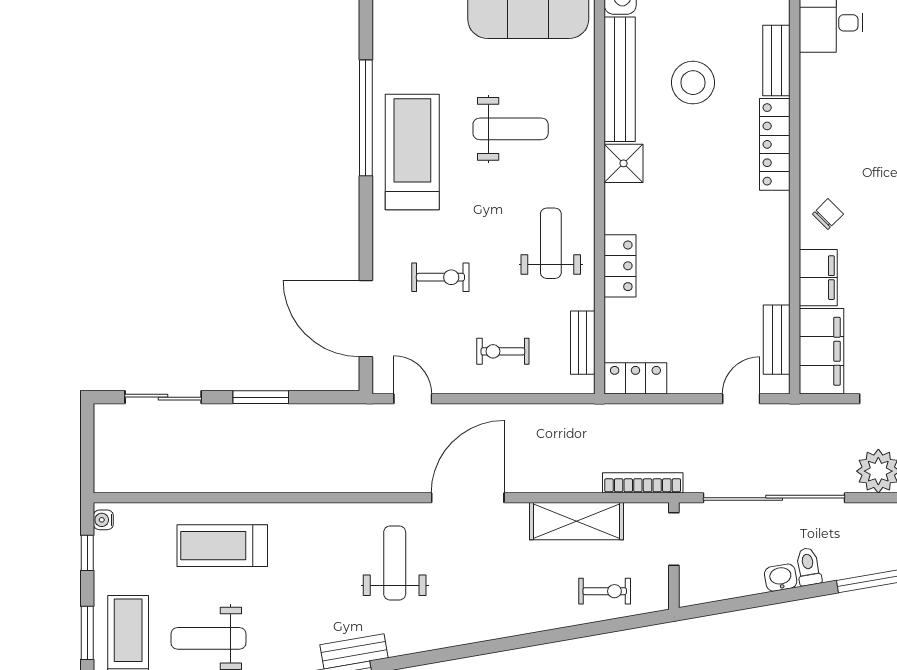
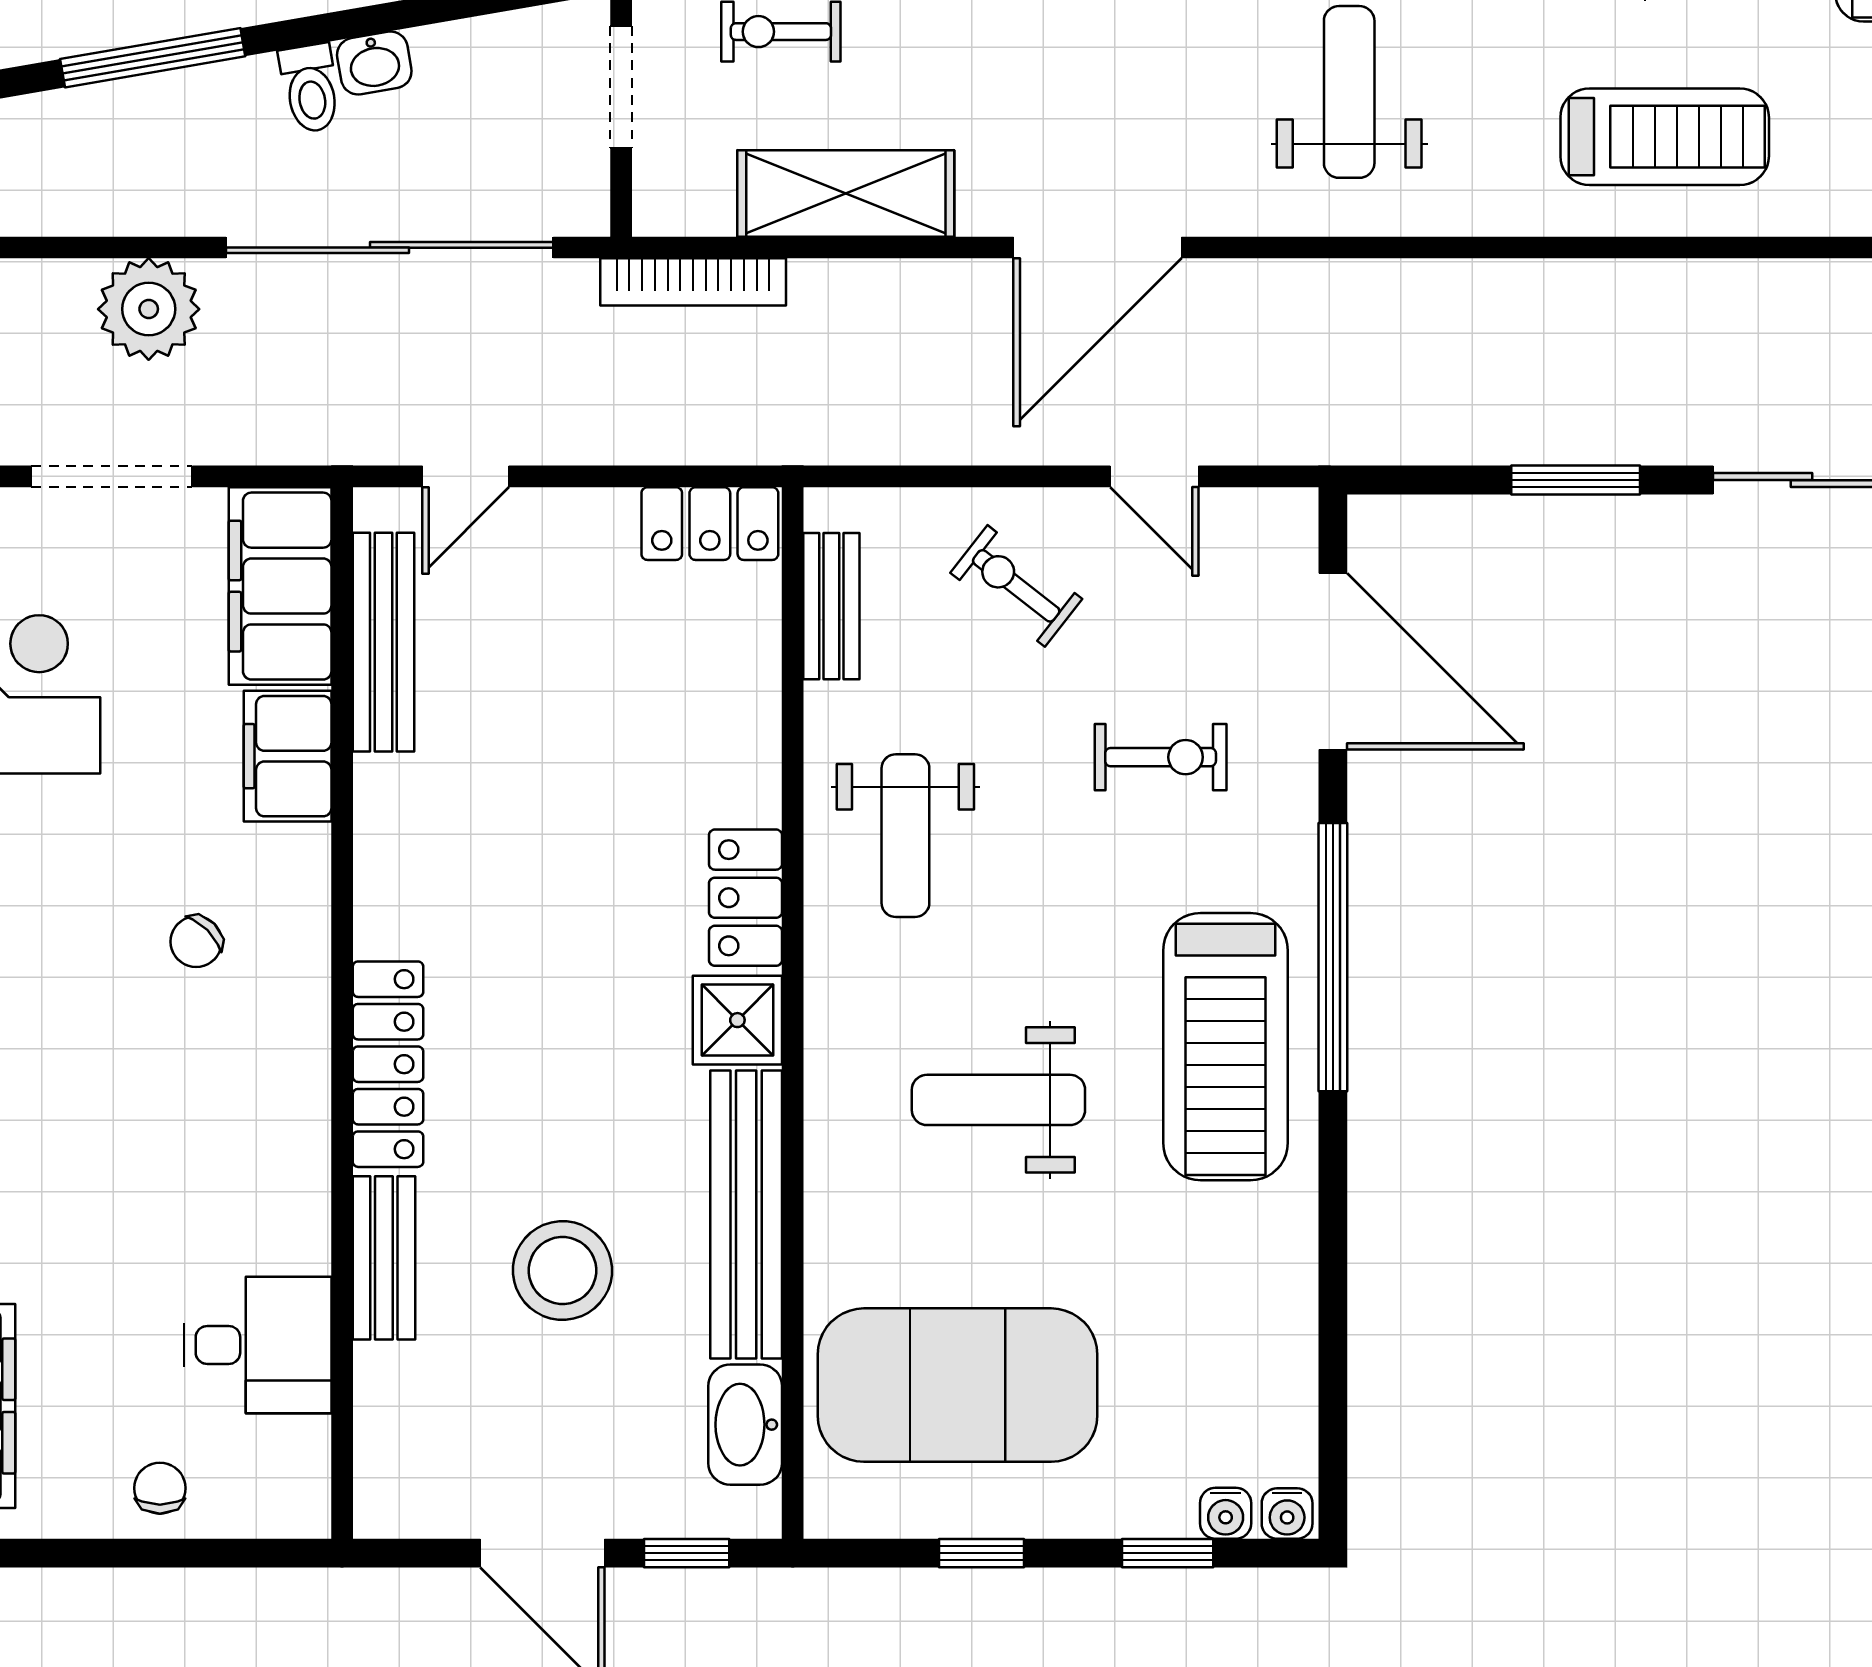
stool: (693, 83) -> (563, 1270), moved
window: (366, 118) -> (1333, 957), moved
chair: (828, 214) -> (196, 942), moved
locker: (620, 266) -> (746, 898), moved
exercise bike: (440, 277) -> (1161, 757), turned 180
bench: (777, 340) -> (383, 642), width x1.36
exercise bike: (503, 351) -> (1016, 586), turned -142
door: (413, 399) -> (1154, 476), moved
doorway: (674, 539) -> (621, 87), moved
weight bench: (395, 563) -> (1349, 92), moved, turned 180

